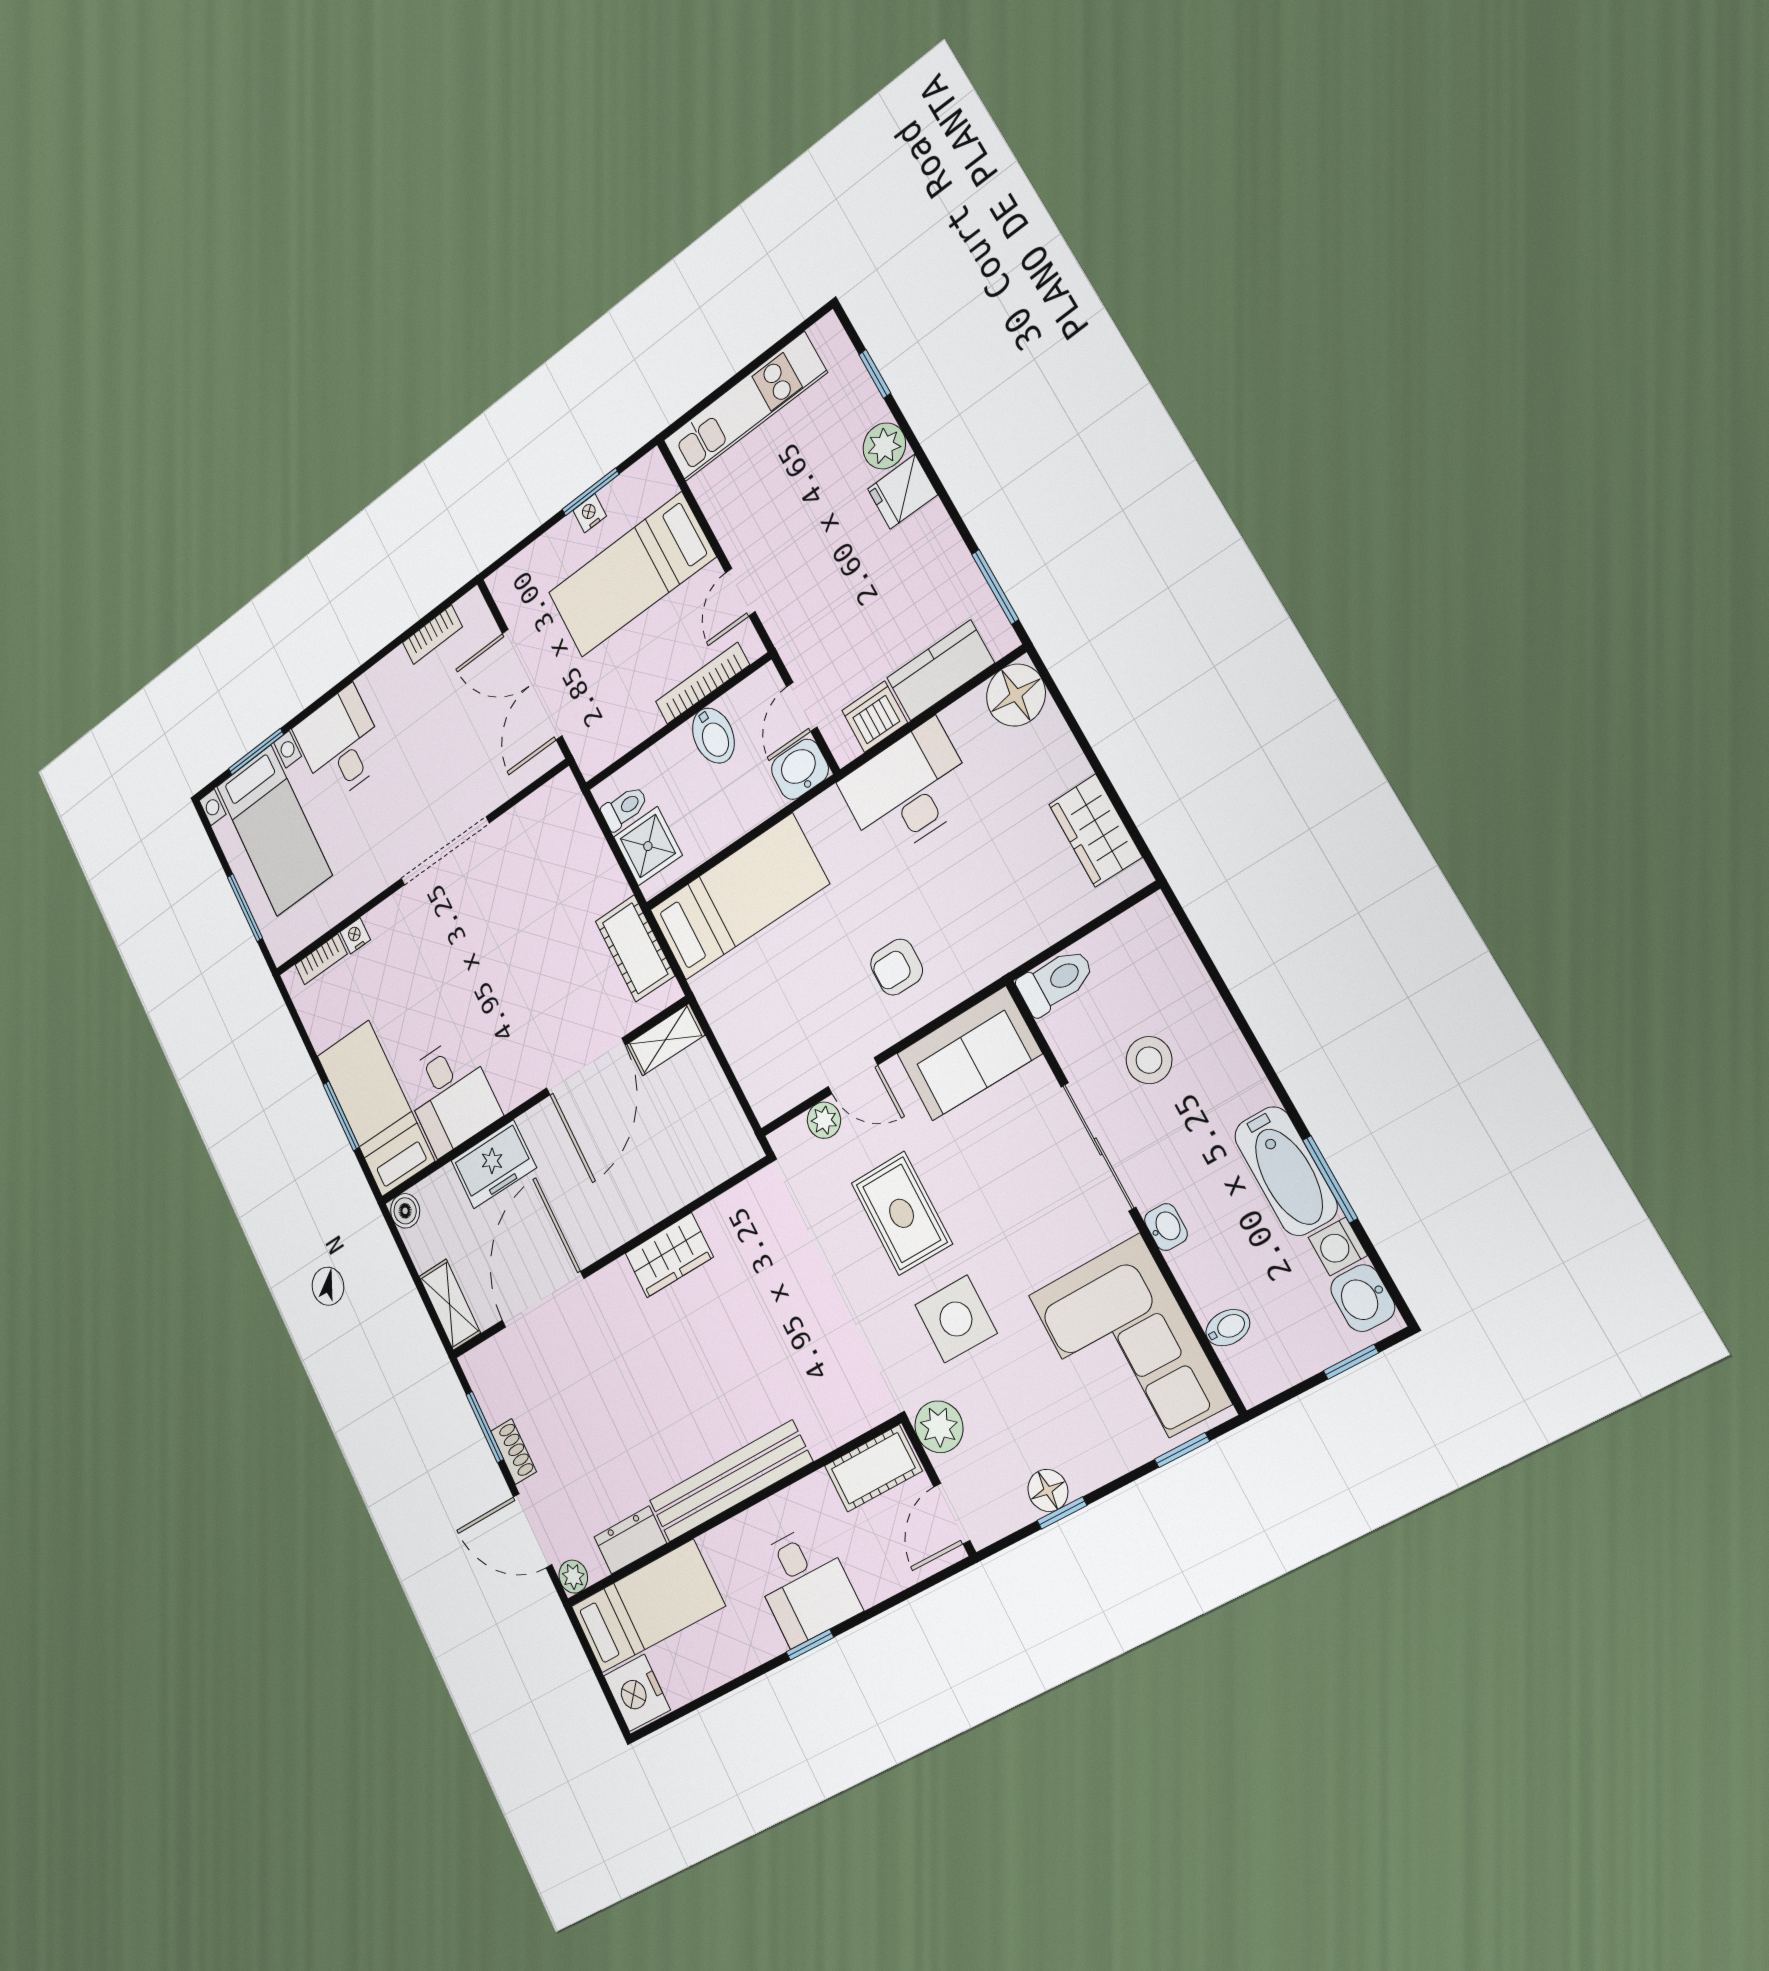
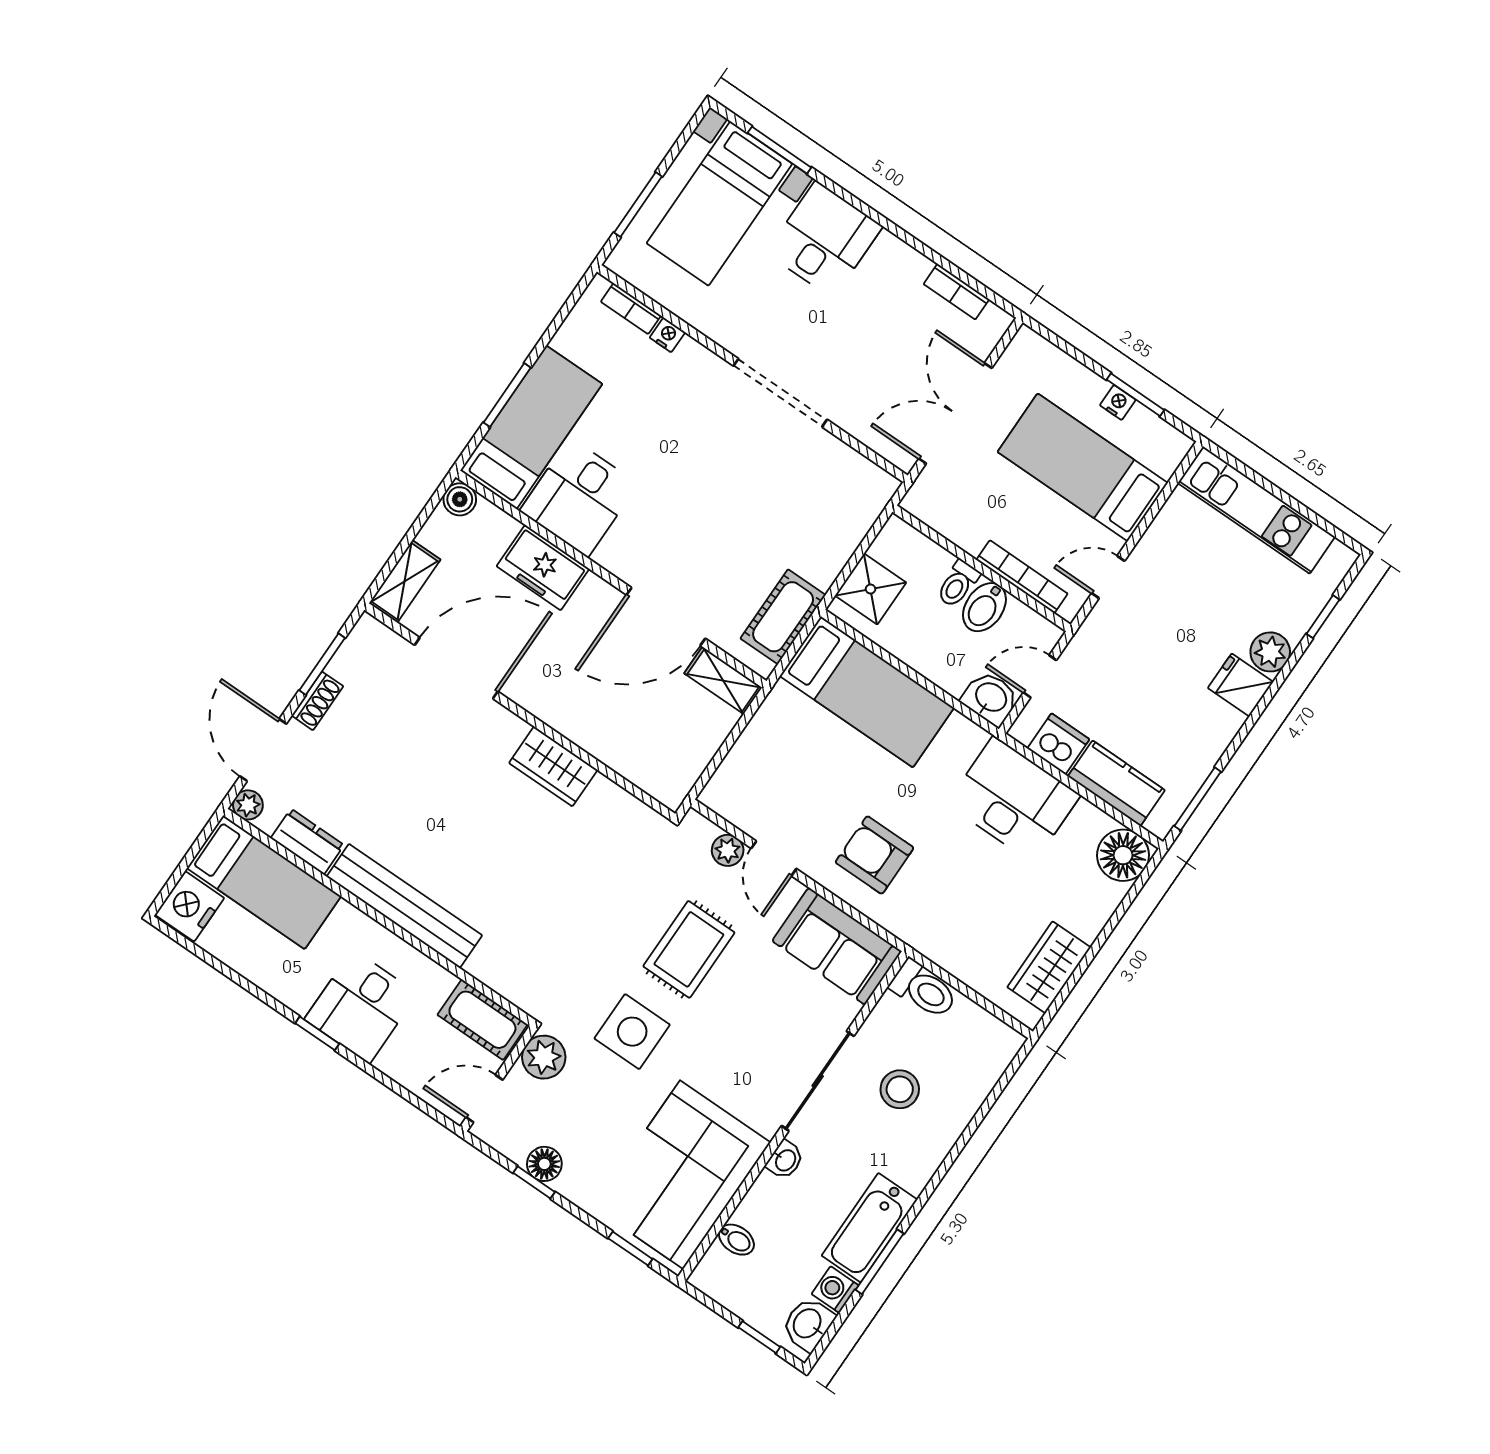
toilet: (624, 808) -> (958, 584), moved, turned 90
armchair: (897, 967) -> (874, 855), width x1.38, depth x1.38

